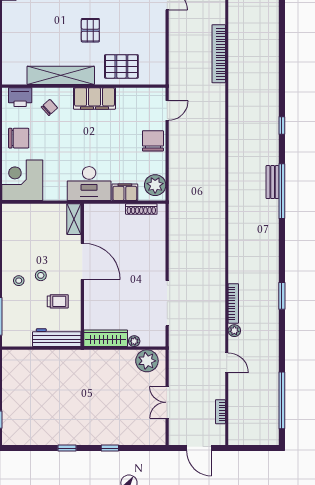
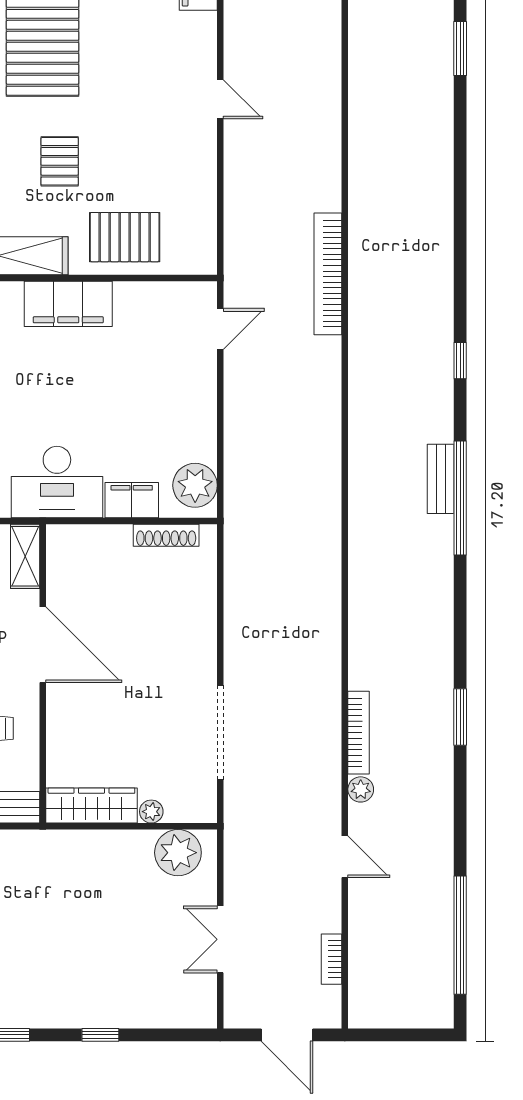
bookcase: (219, 54) -> (328, 274), moved
chair: (153, 141) -> (191, 393), removed

